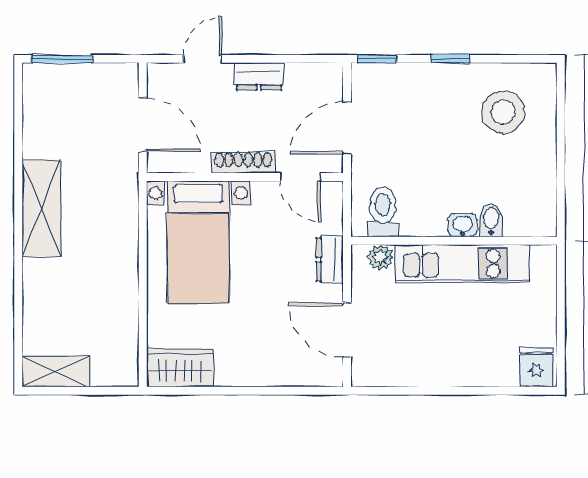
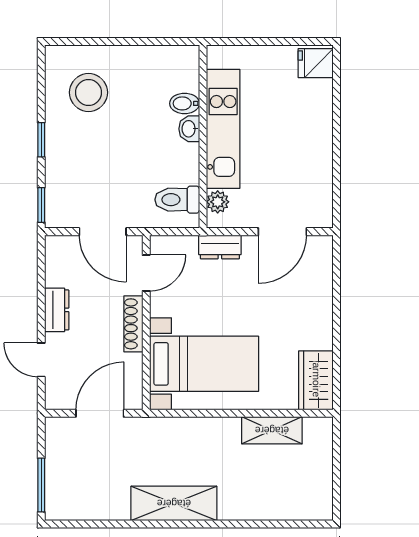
shelving: (56, 372) -> (272, 430), moved, turned 90

